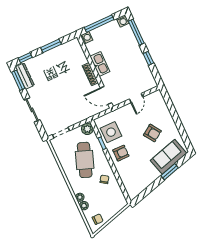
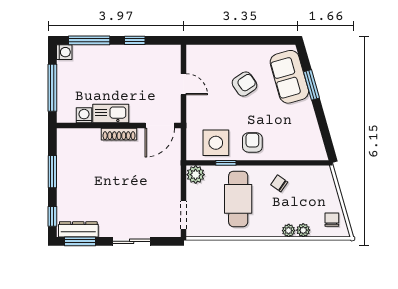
washing machine: (86, 38) -> (84, 115), moved
cafe table: (85, 160) -> (238, 199), turned 70

